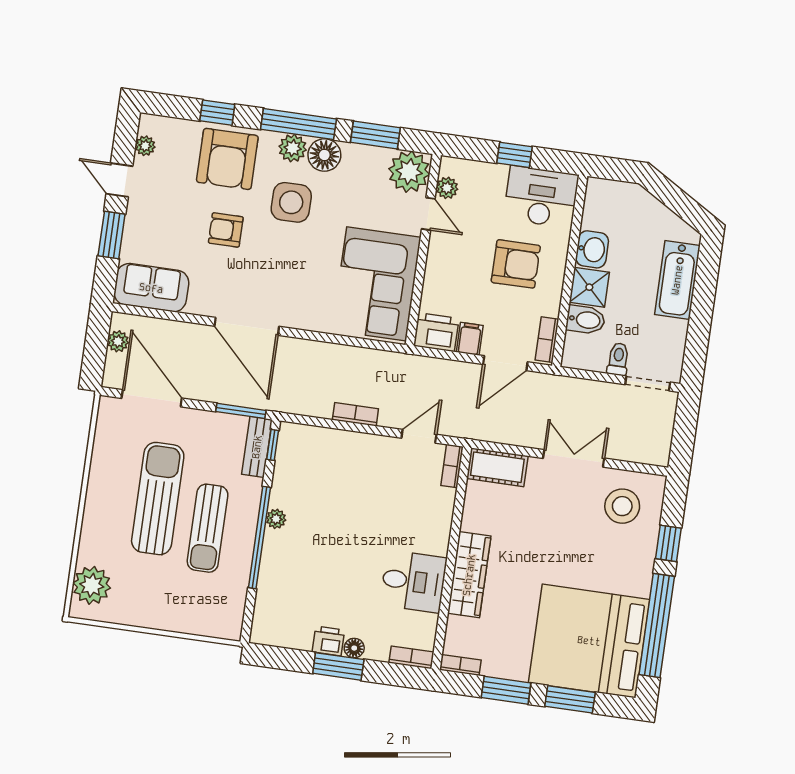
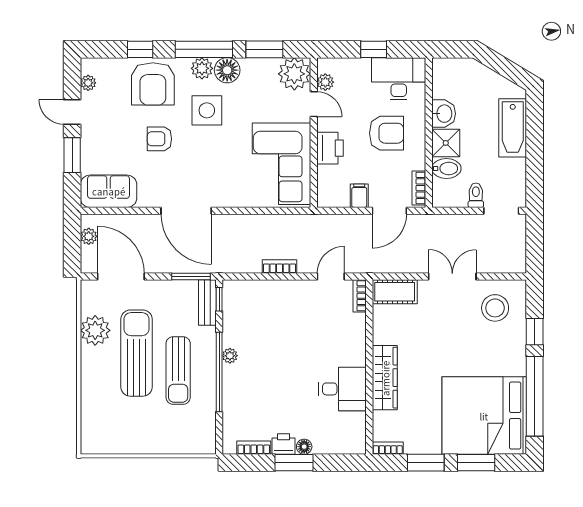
printer: (436, 332) -> (330, 148), moved, turned 90
plant: (92, 585) -> (95, 330), moved
bookcase: (411, 657) -> (254, 448), moved

